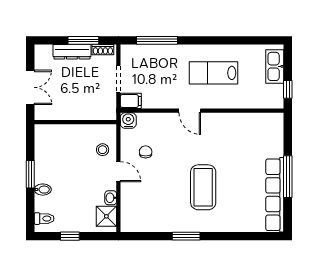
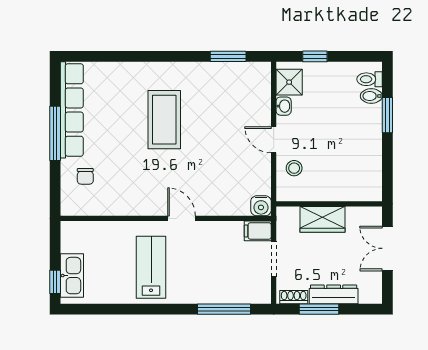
lab bench: (213, 73) -> (151, 267), turned -90
window: (288, 89) -> (55, 282), moved
wardrobe: (81, 110) -> (322, 219), added
chair: (146, 152) -> (85, 176), moved
window: (30, 174) -> (387, 115), moved
bidet: (43, 190) -> (371, 96), moved
window: (70, 236) -> (315, 56), moved
window: (186, 236) -> (228, 56), moved

